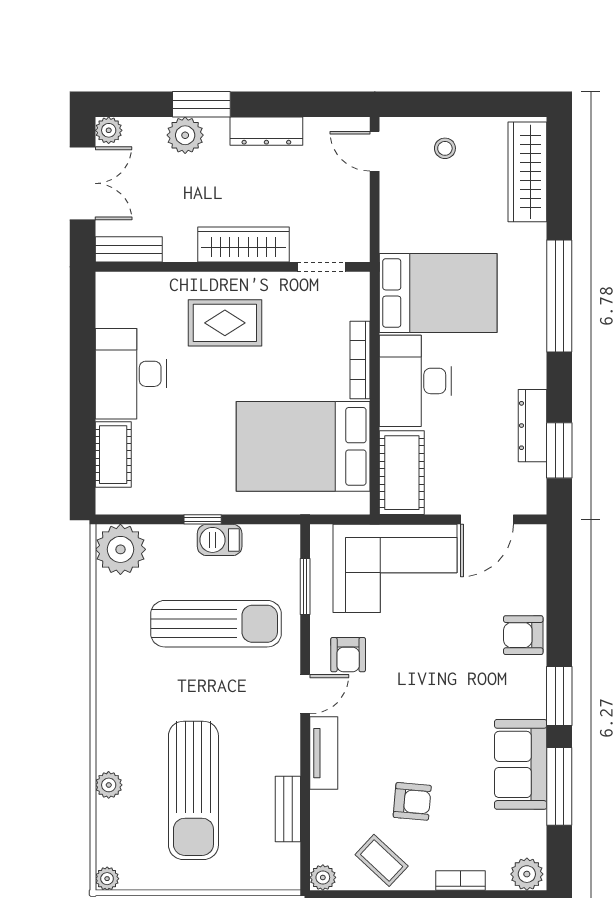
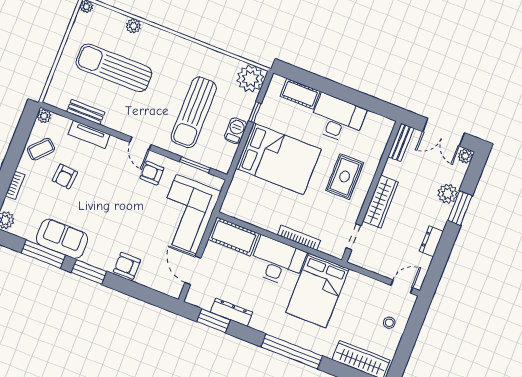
dresser: (266, 131) -> (431, 241), width x0.70
bed: (303, 446) -> (278, 159), moved, turned 90
window: (203, 519) -> (255, 112), moved
armchair: (523, 635) -> (127, 266), turned -90
tv unit: (324, 753) -> (89, 134), moved

